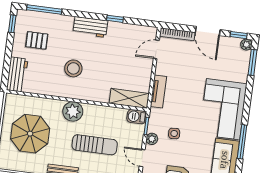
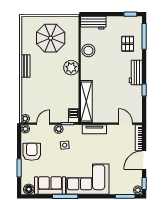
pallet: (37, 40) -> (128, 44), moved
stool: (73, 68) -> (88, 50), moved
shelving: (129, 98) -> (86, 102), width x1.47
sun lounger: (95, 145) -> (49, 87), removed

